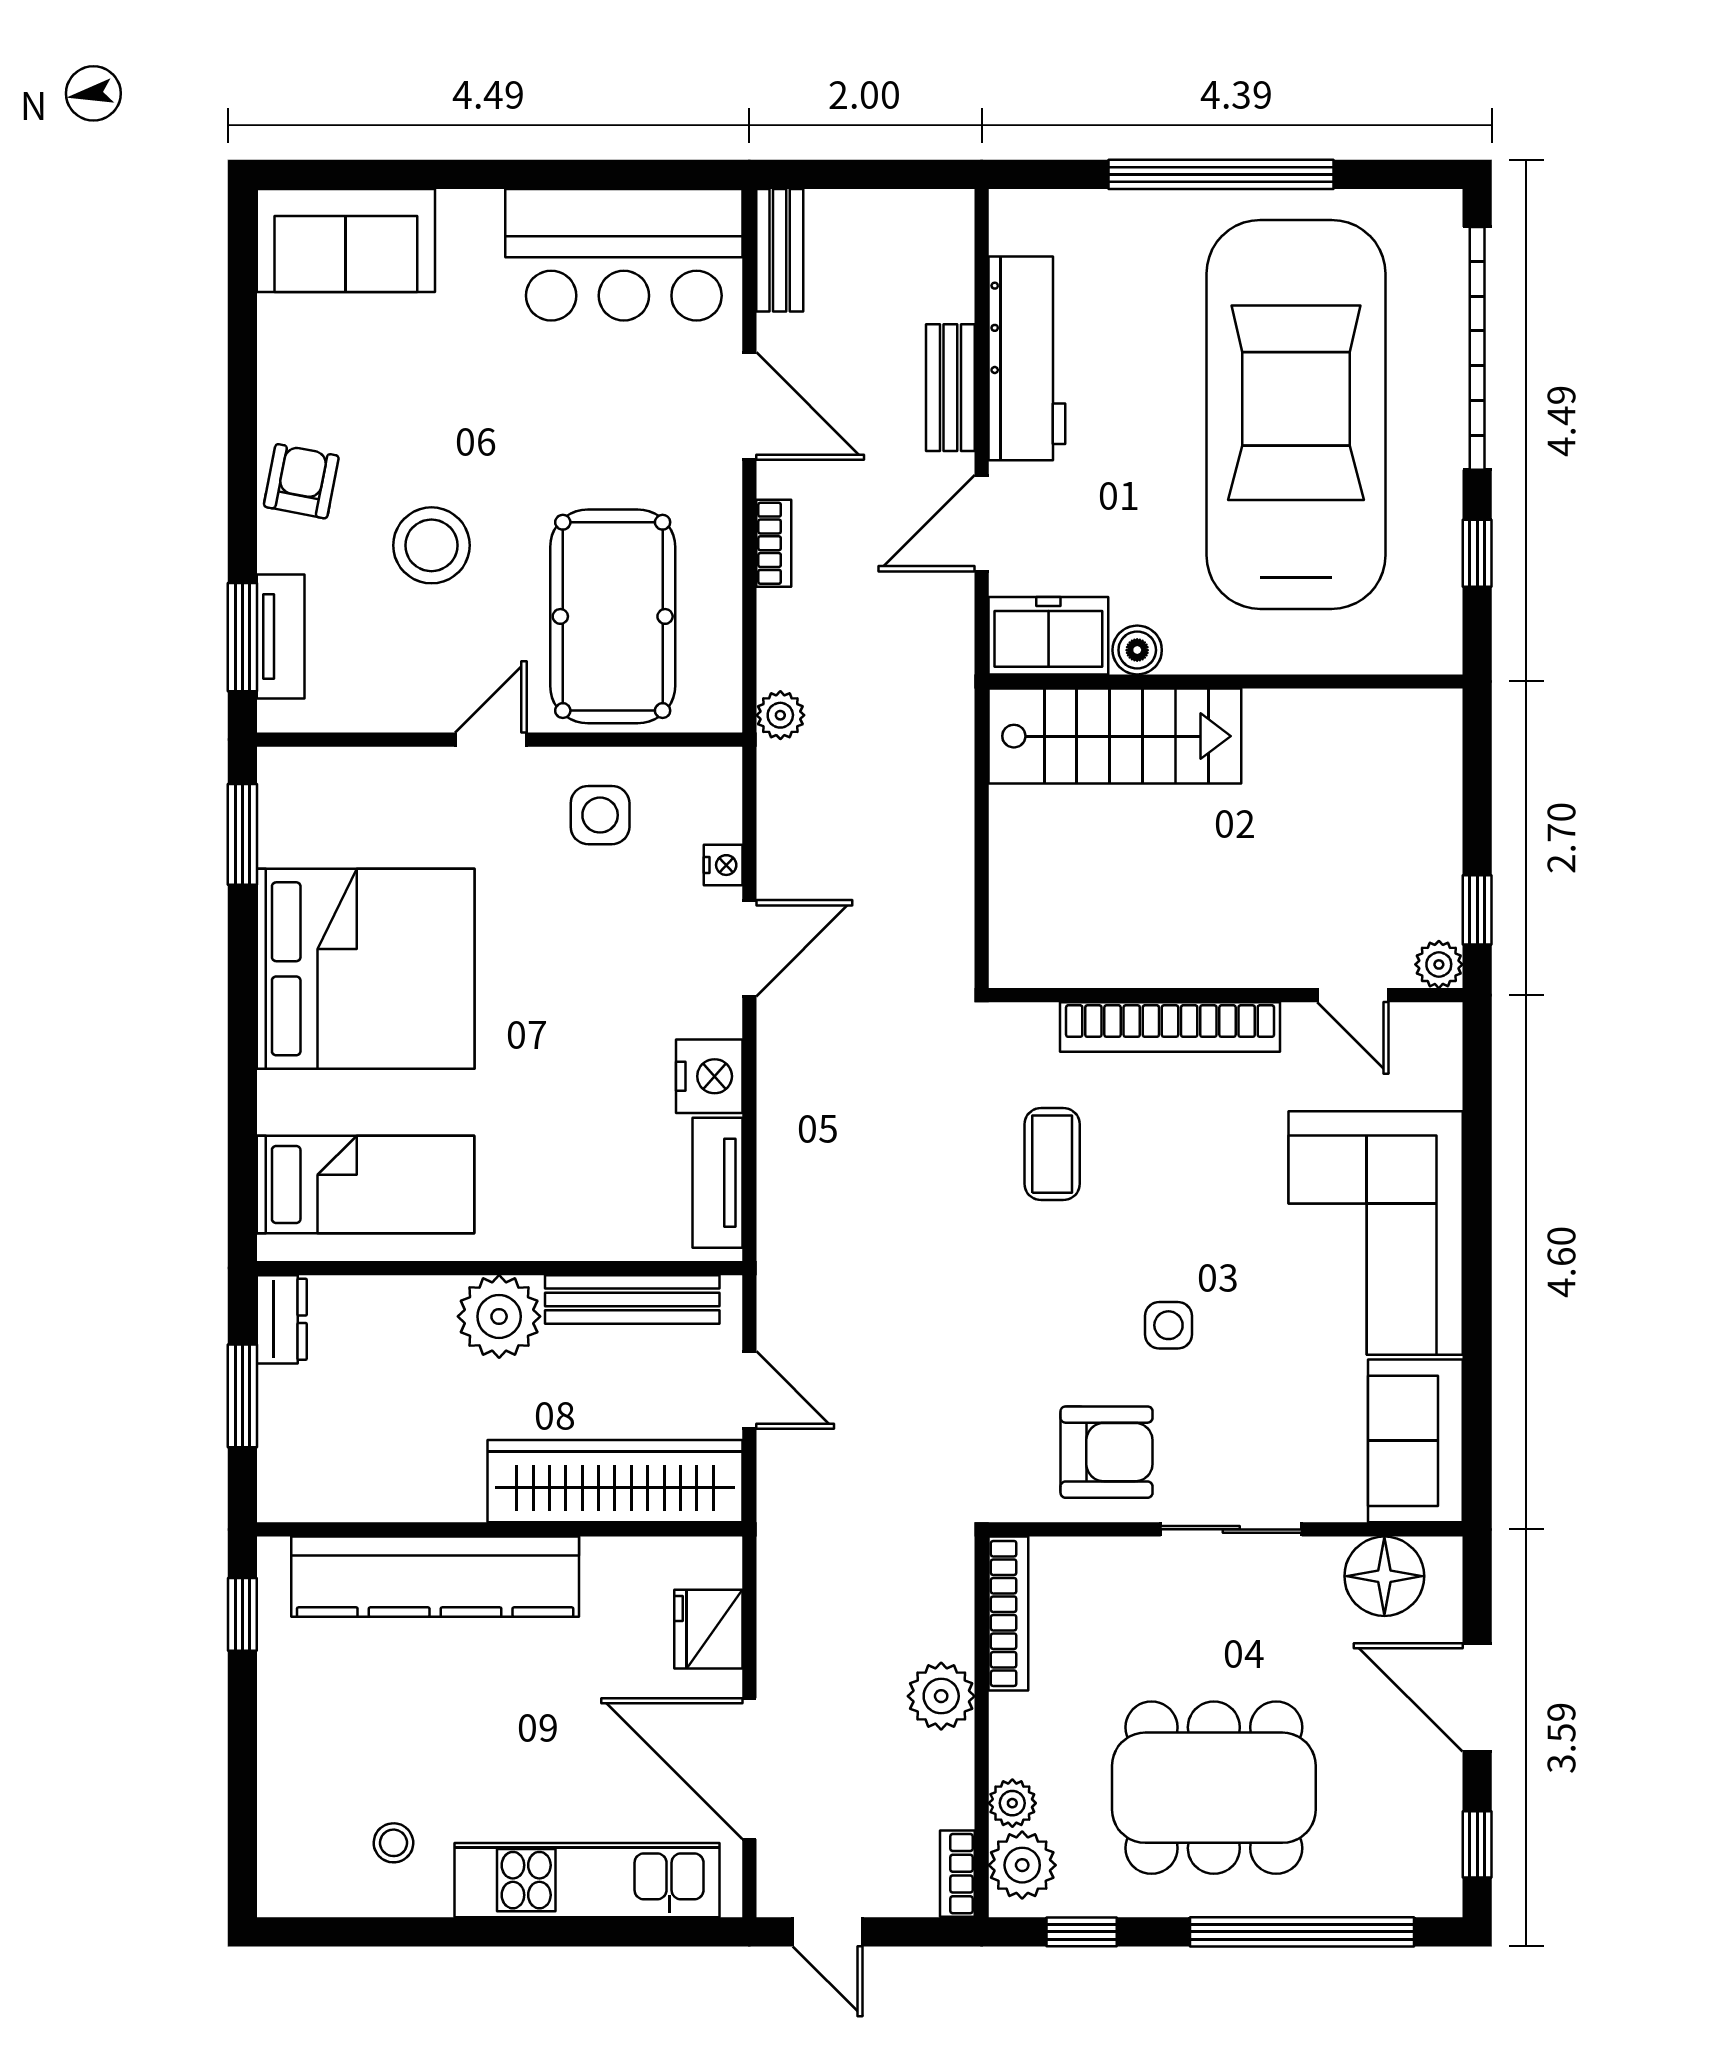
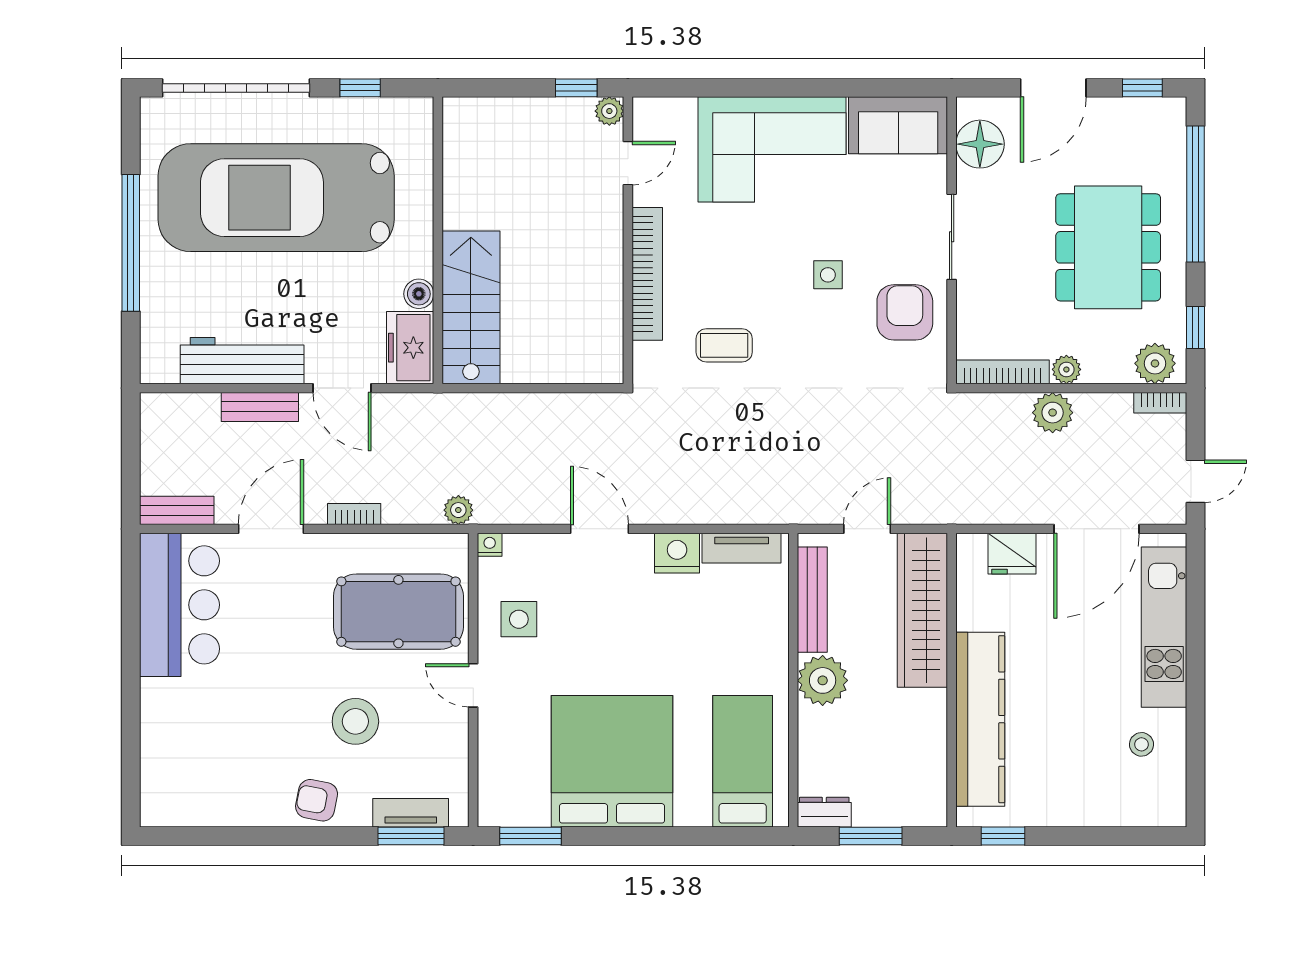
sofa: (346, 241) -> (171, 773), removed
nightstand: (723, 865) -> (490, 545), moved
plant: (1012, 1803) -> (1066, 369), moved

